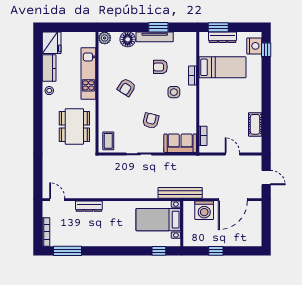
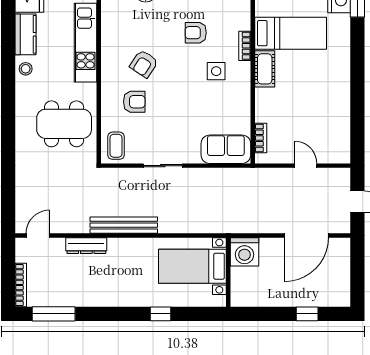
armchair: (151, 121) -> (134, 102), moved, turned 76
cot: (255, 124) -> (265, 69), moved
dining table: (74, 127) -> (64, 124), turned 90
bench: (180, 193) -> (124, 225), moved
door: (57, 200) -> (38, 236), hinge flipped
washing machine: (204, 210) -> (244, 252), moved
window: (159, 251) -> (161, 314), moved
window: (216, 251) -> (307, 314), moved

